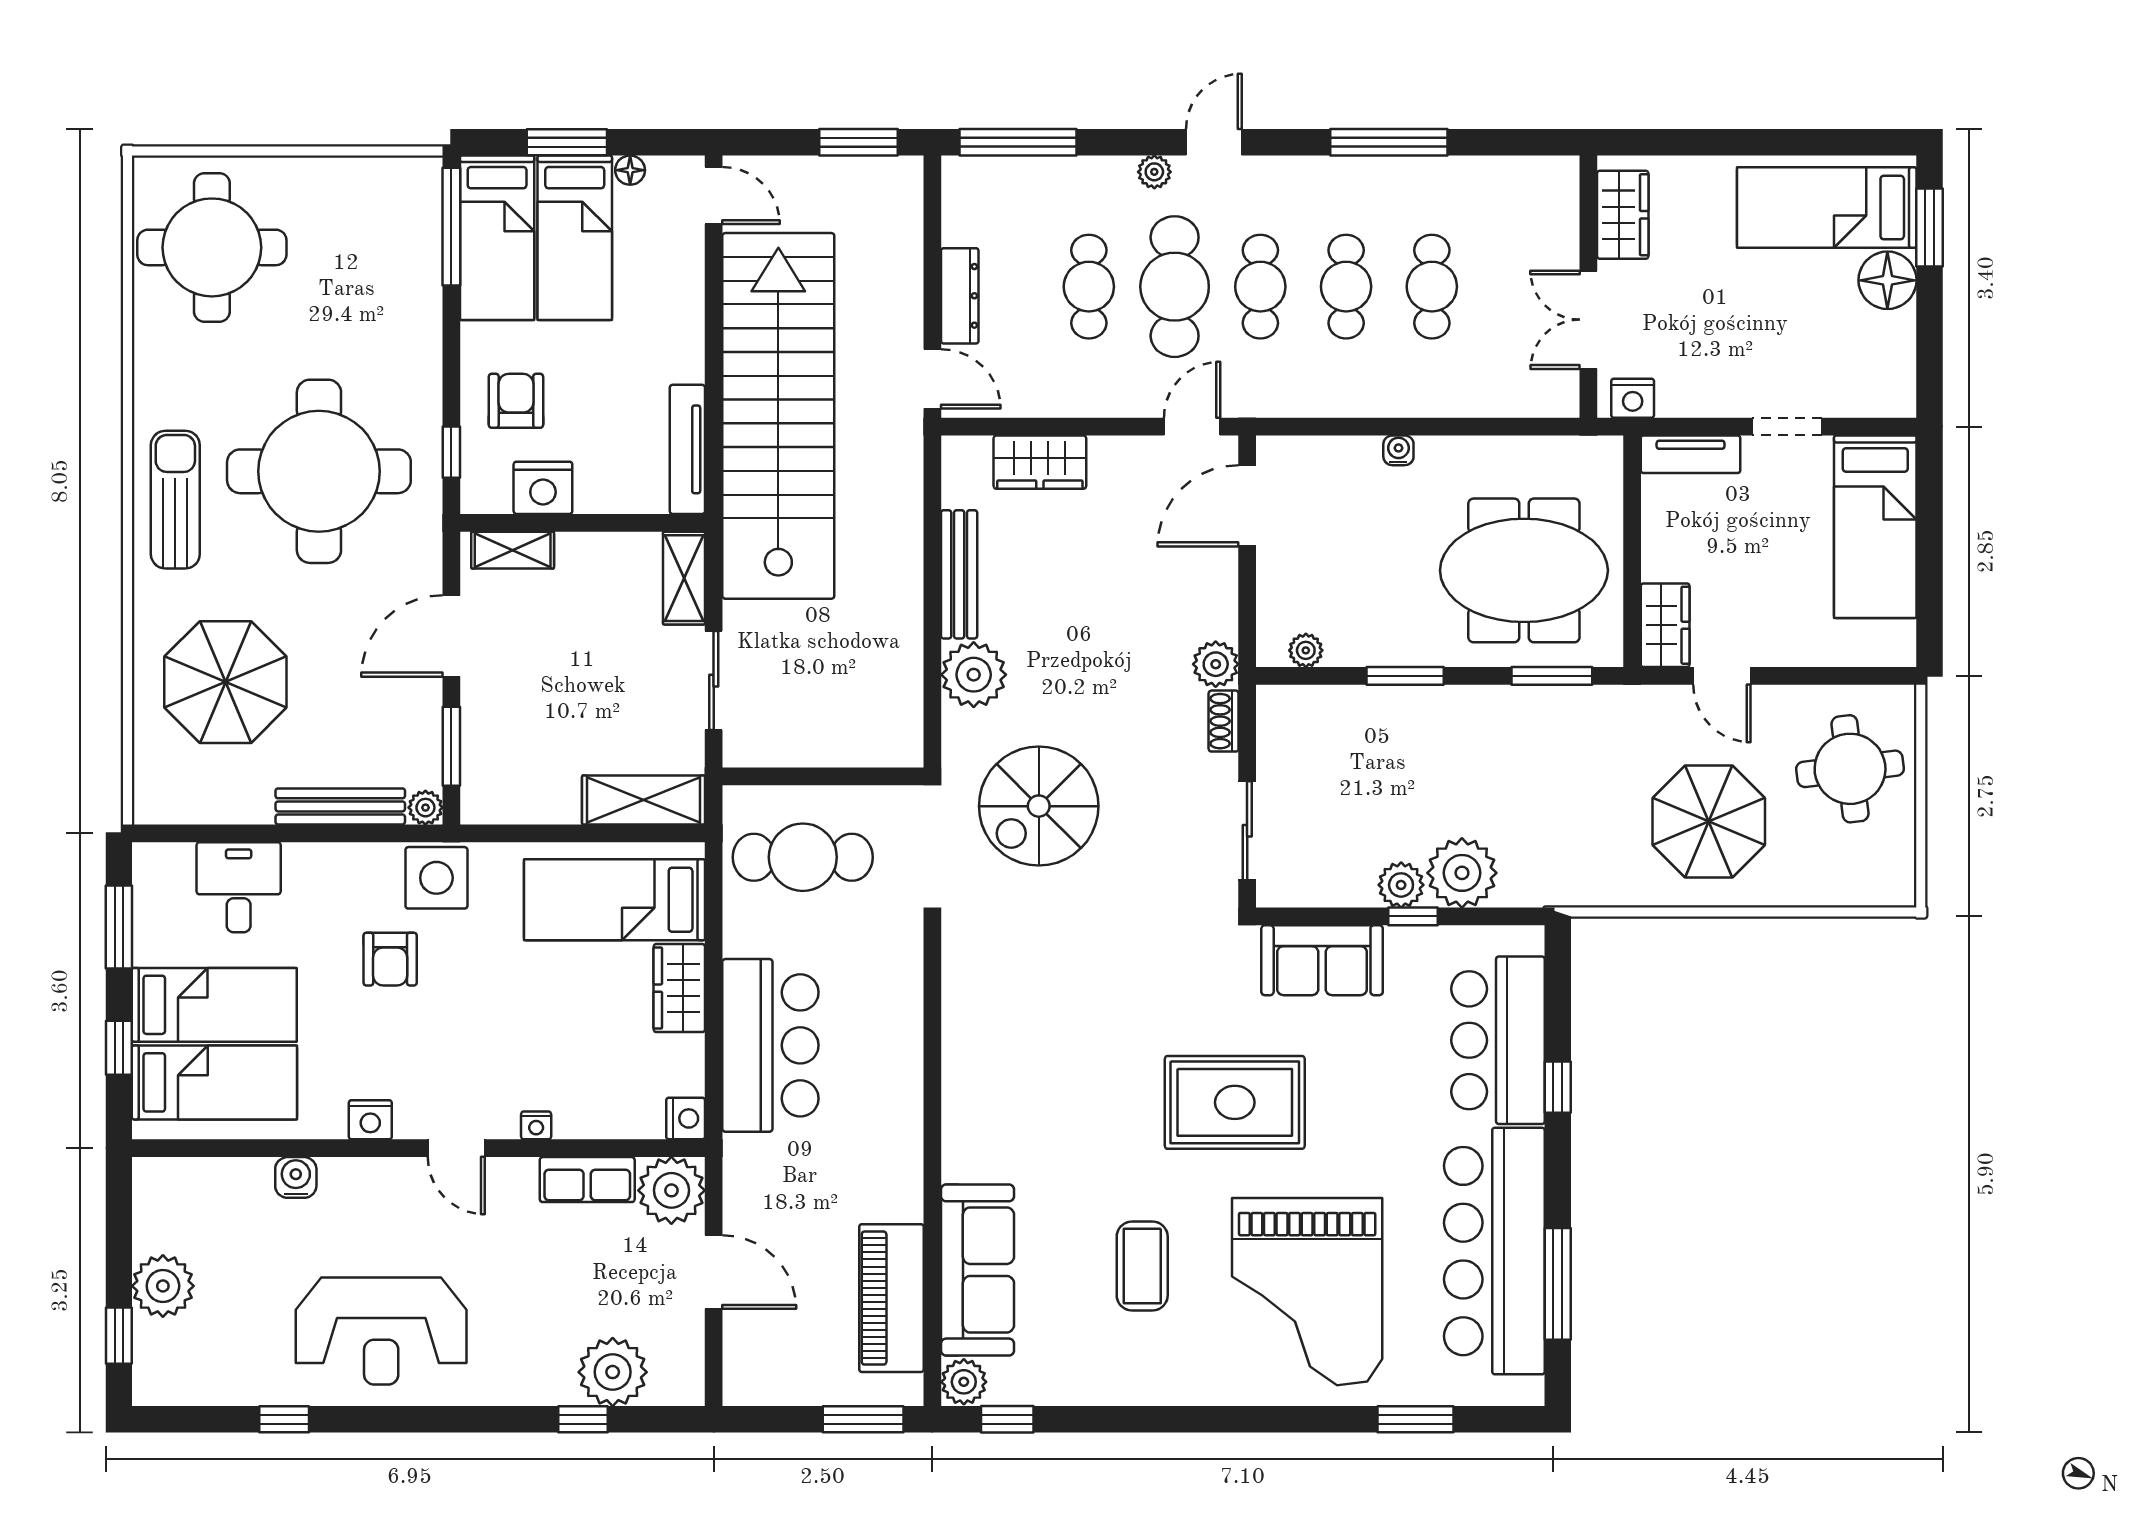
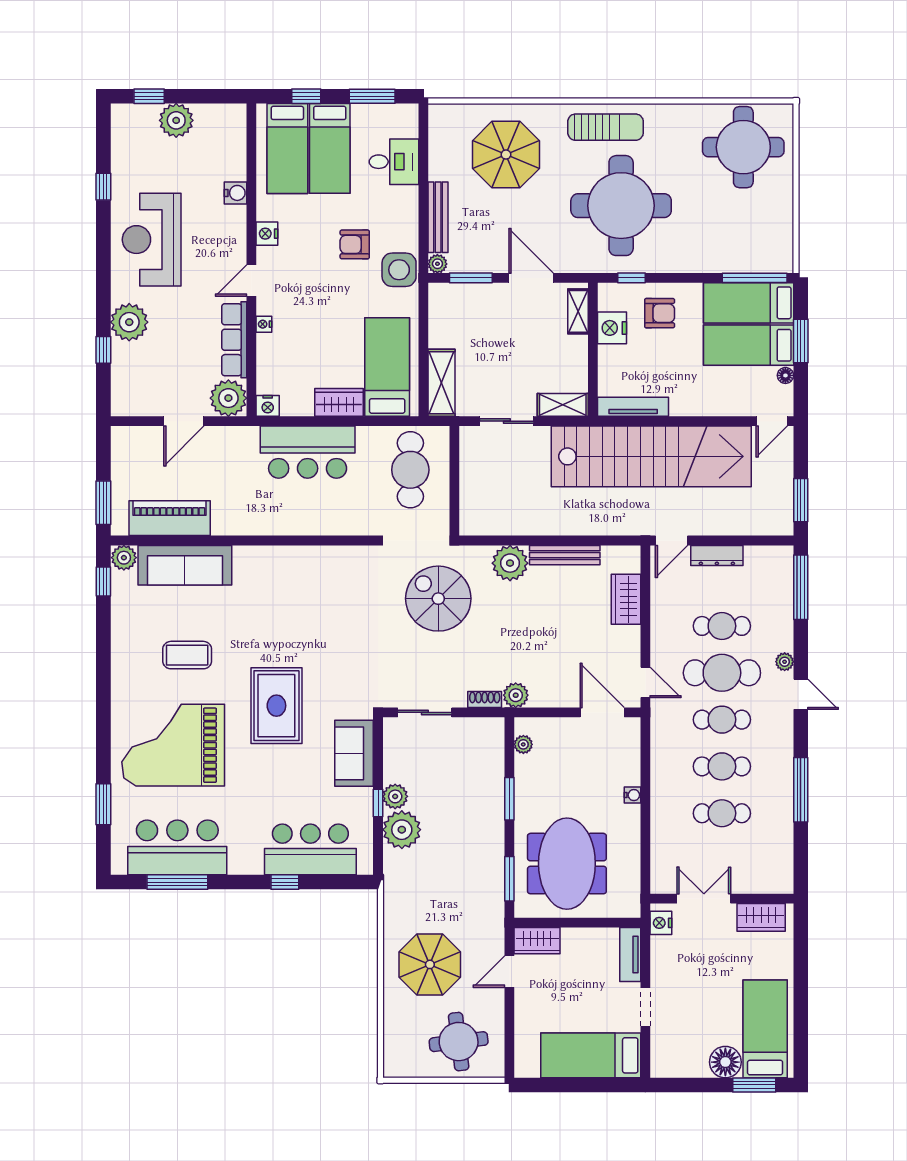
row of seats: (587, 1180) -> (234, 340), width x1.48
bar counter: (1494, 1251) -> (177, 847), width x0.73
plant: (613, 1372) -> (129, 322), moved

